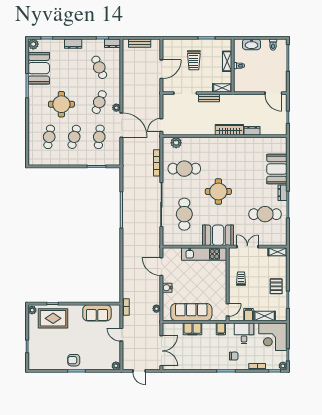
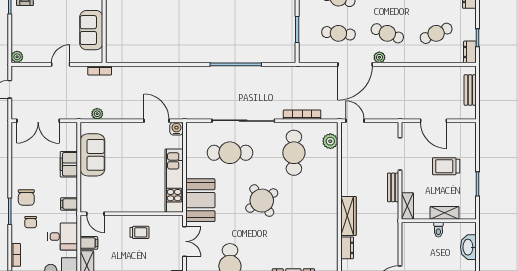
round table: (218, 191) -> (262, 201), turned -33
door: (161, 267) -> (156, 121), hinge flipped
water cooler: (167, 288) -> (176, 129), moved
sofa: (191, 312) -> (92, 155), width x0.73
chair: (216, 359) -> (26, 197), added

